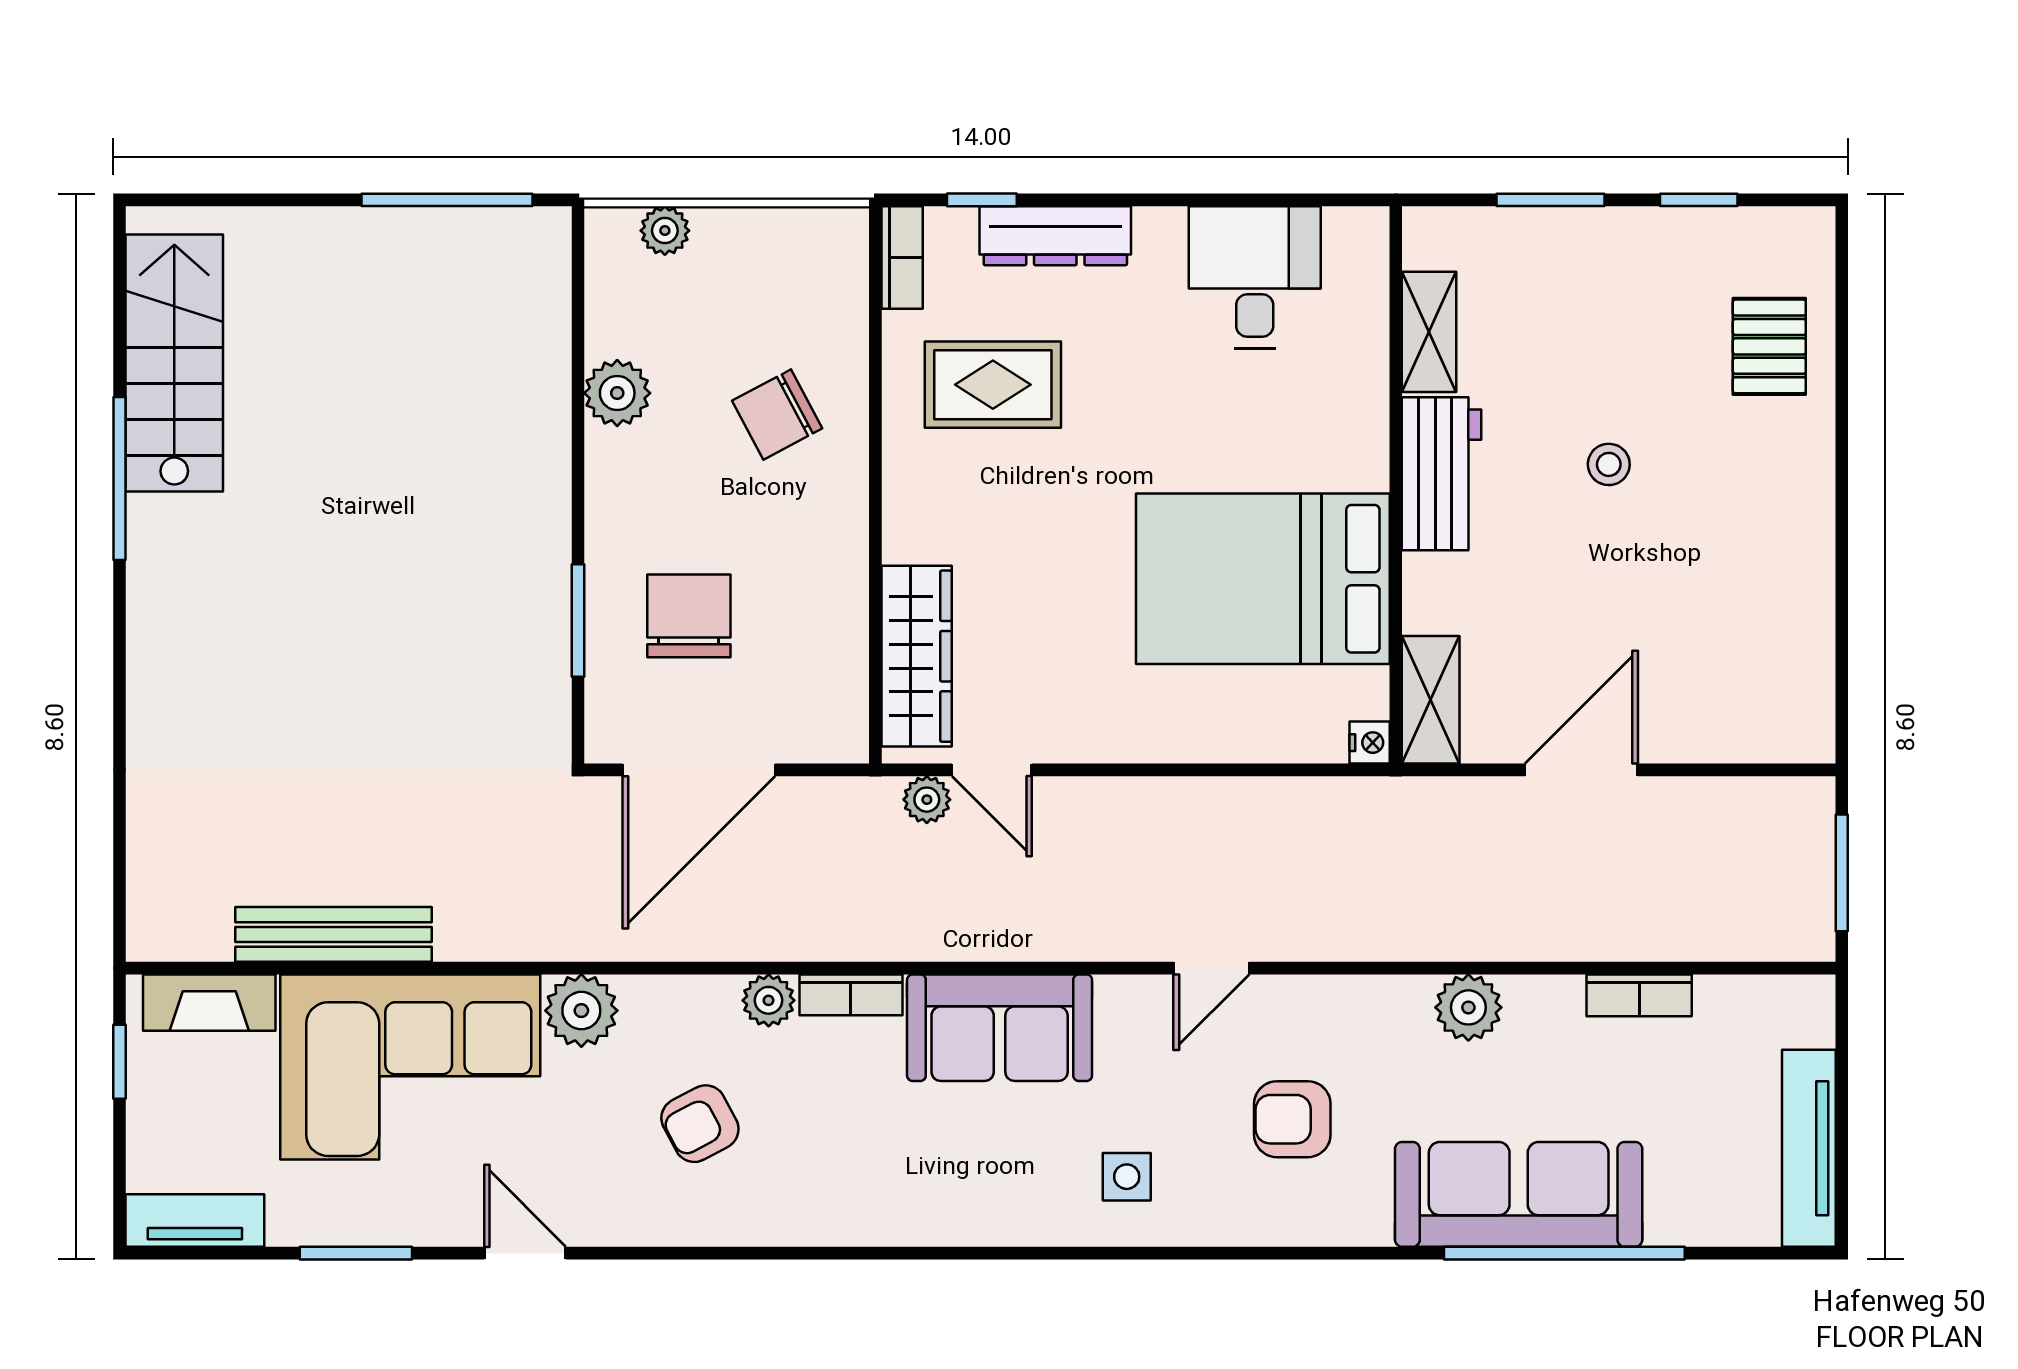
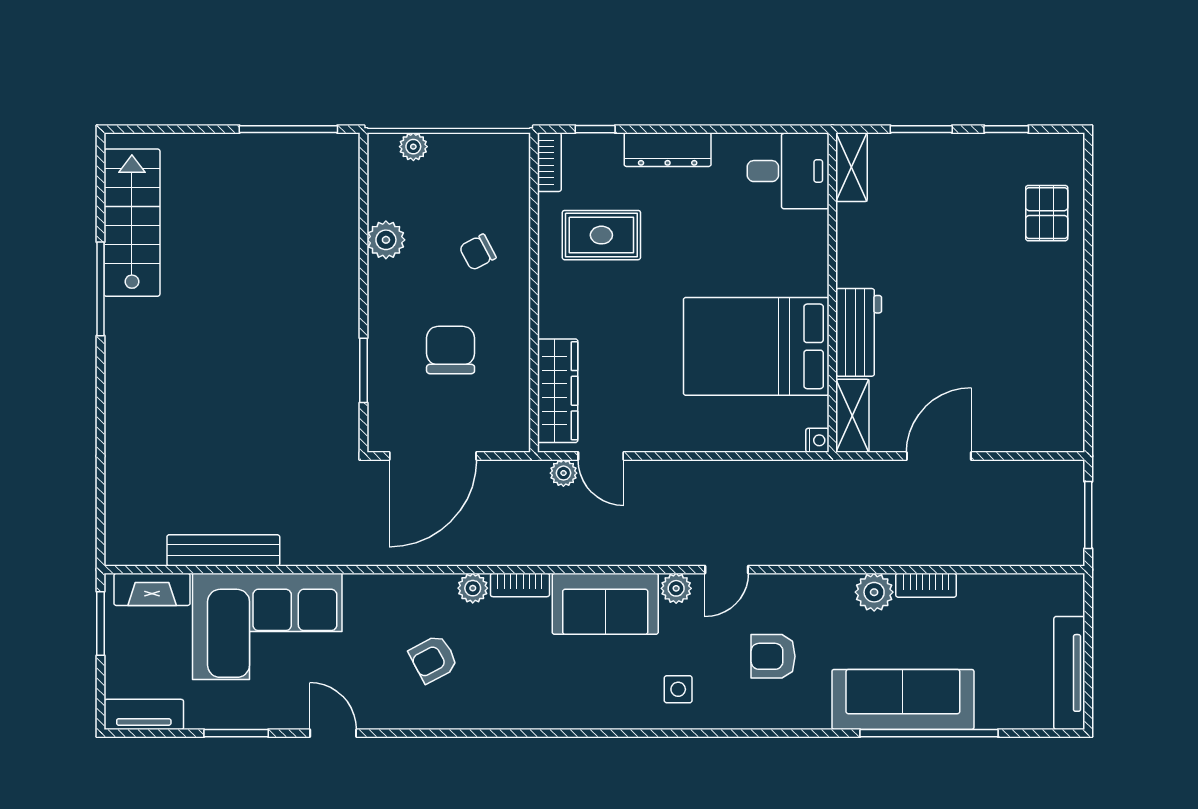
dresser: (1055, 236) -> (668, 150), moved
desk: (1255, 277) -> (788, 171), moved, turned 90
shelving: (1429, 332) -> (851, 167), moved
chair: (777, 415) -> (478, 252), width x0.73, depth x0.73
stool: (1609, 464) -> (955, 281), removed
workbench: (1442, 474) -> (859, 332), moved
chair: (689, 616) -> (451, 350), moved
bookcase: (1639, 995) -> (926, 585), moved
plant: (581, 1011) -> (676, 588), moved, width x0.73, depth x0.73
window: (120, 1062) -> (101, 623), width x1.50

